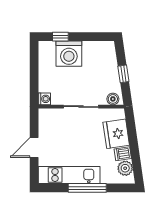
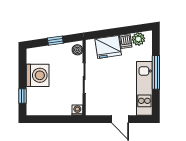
washing machine: (69, 54) -> (38, 75), moved

